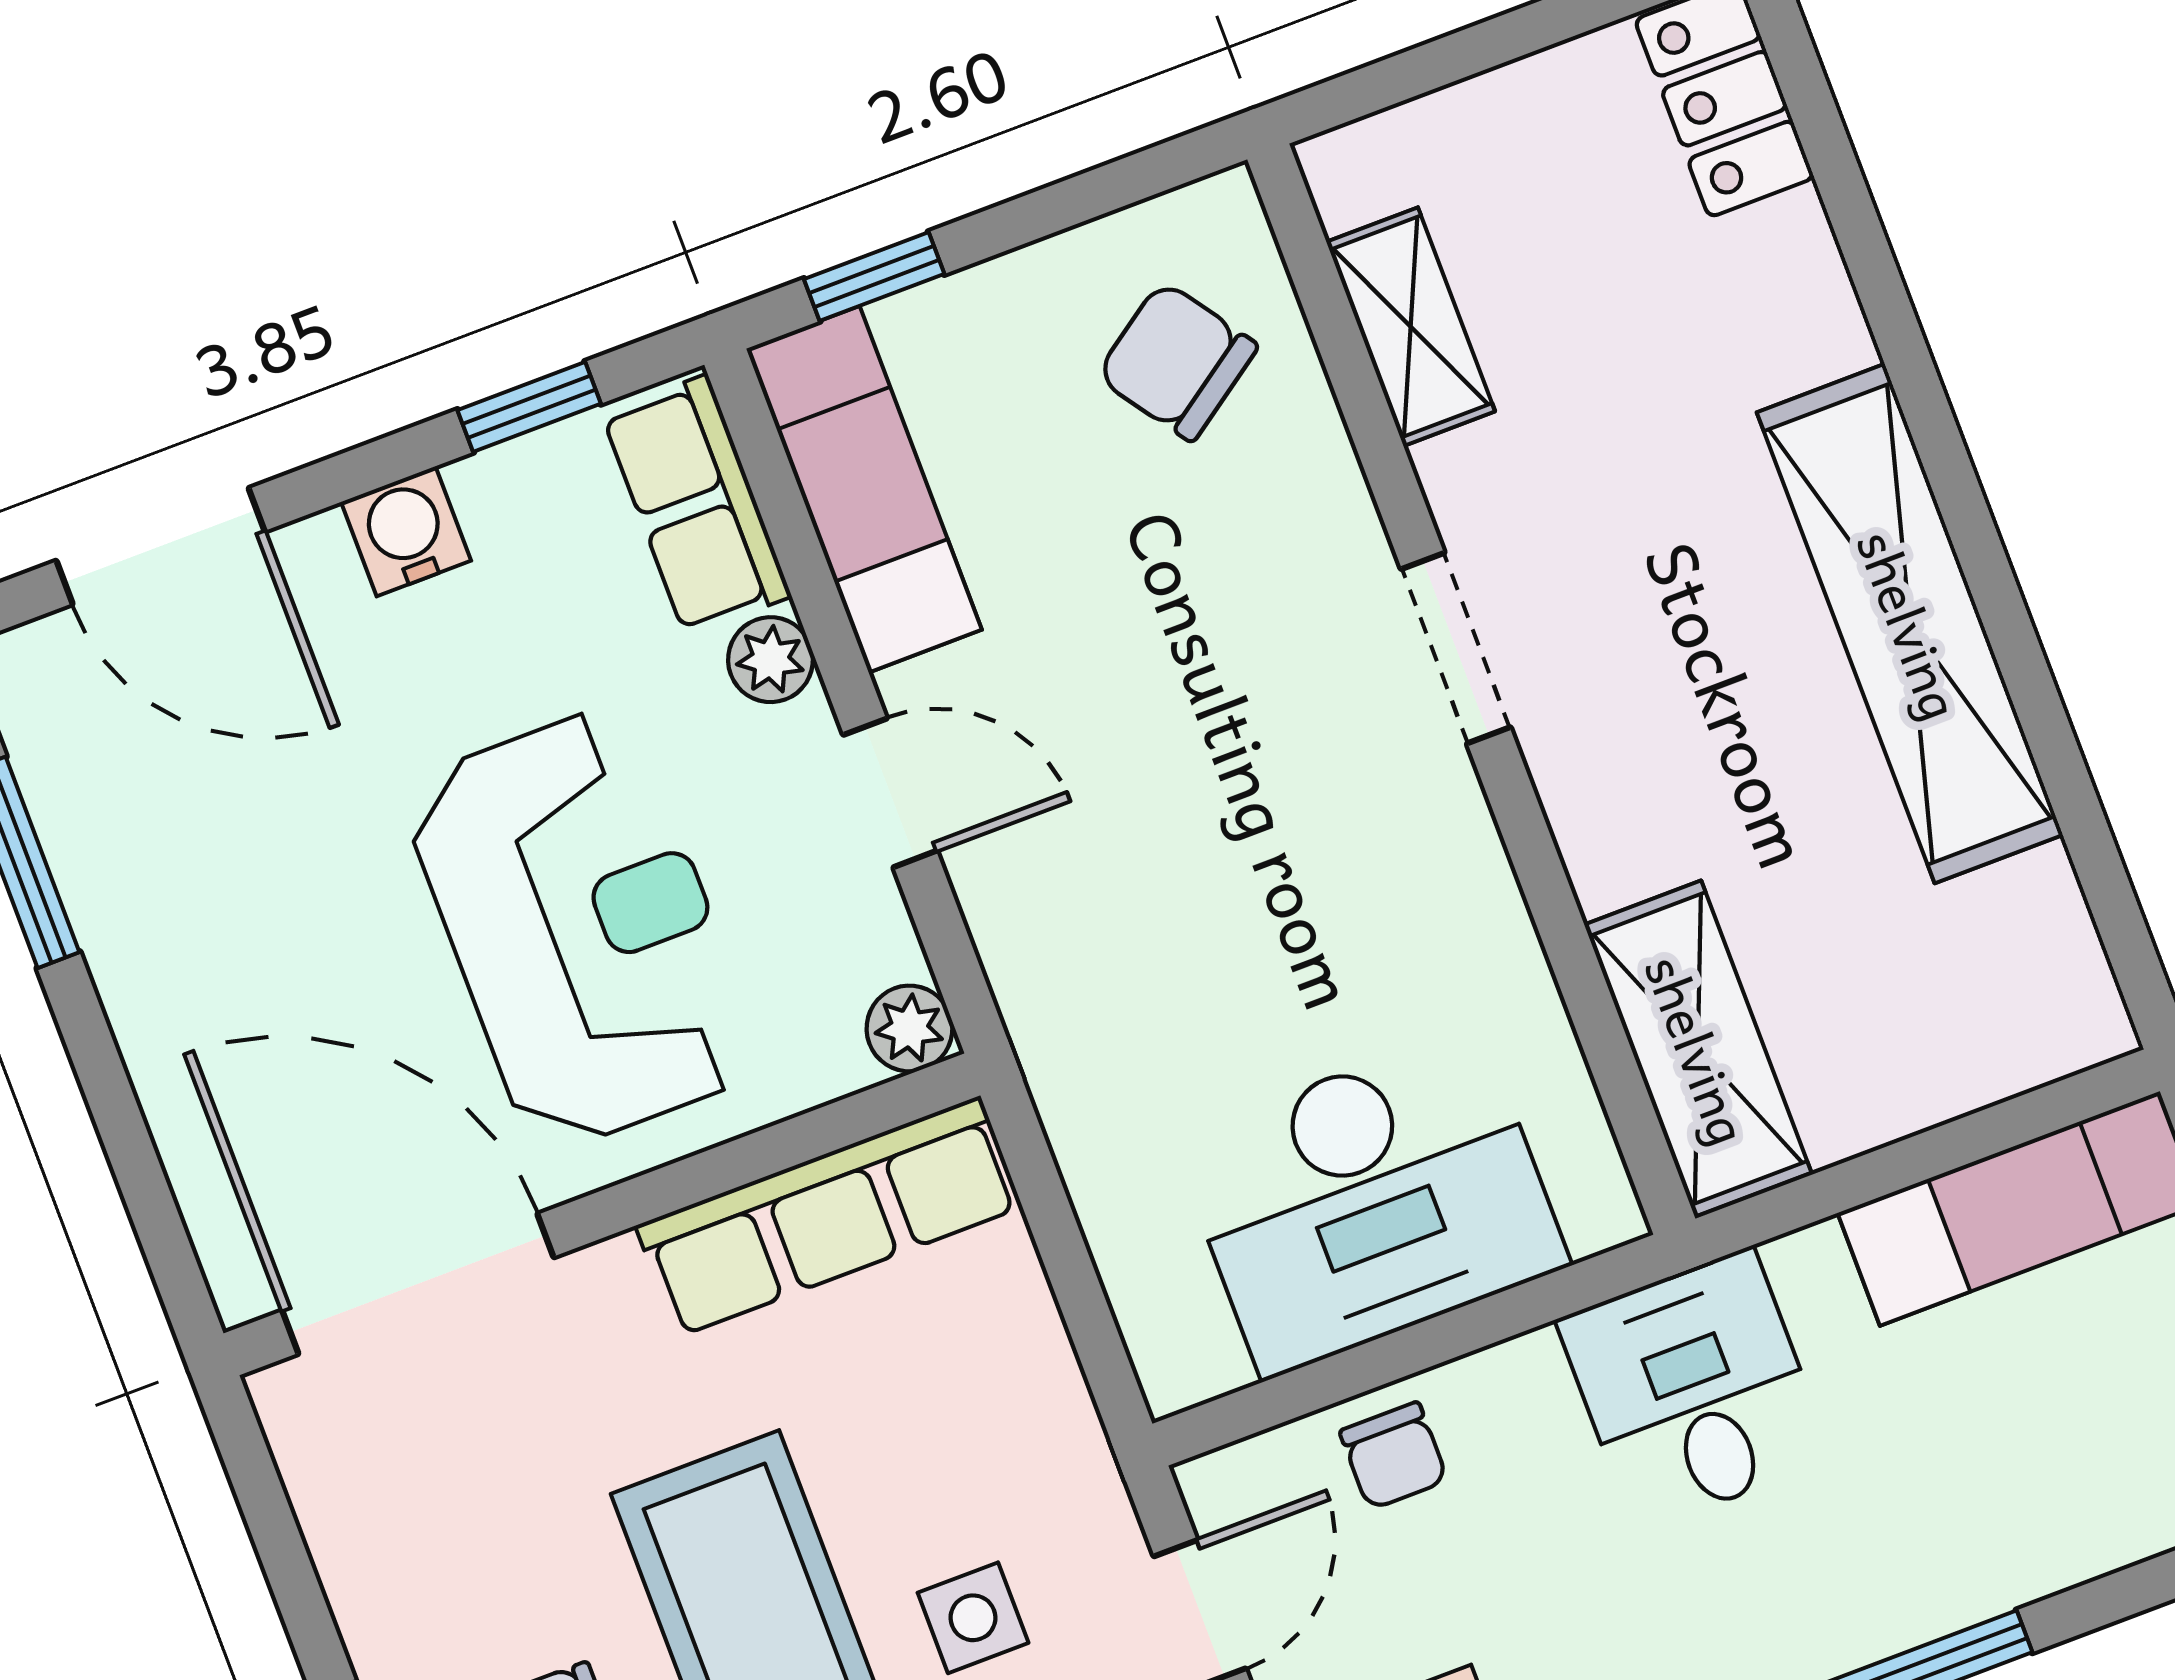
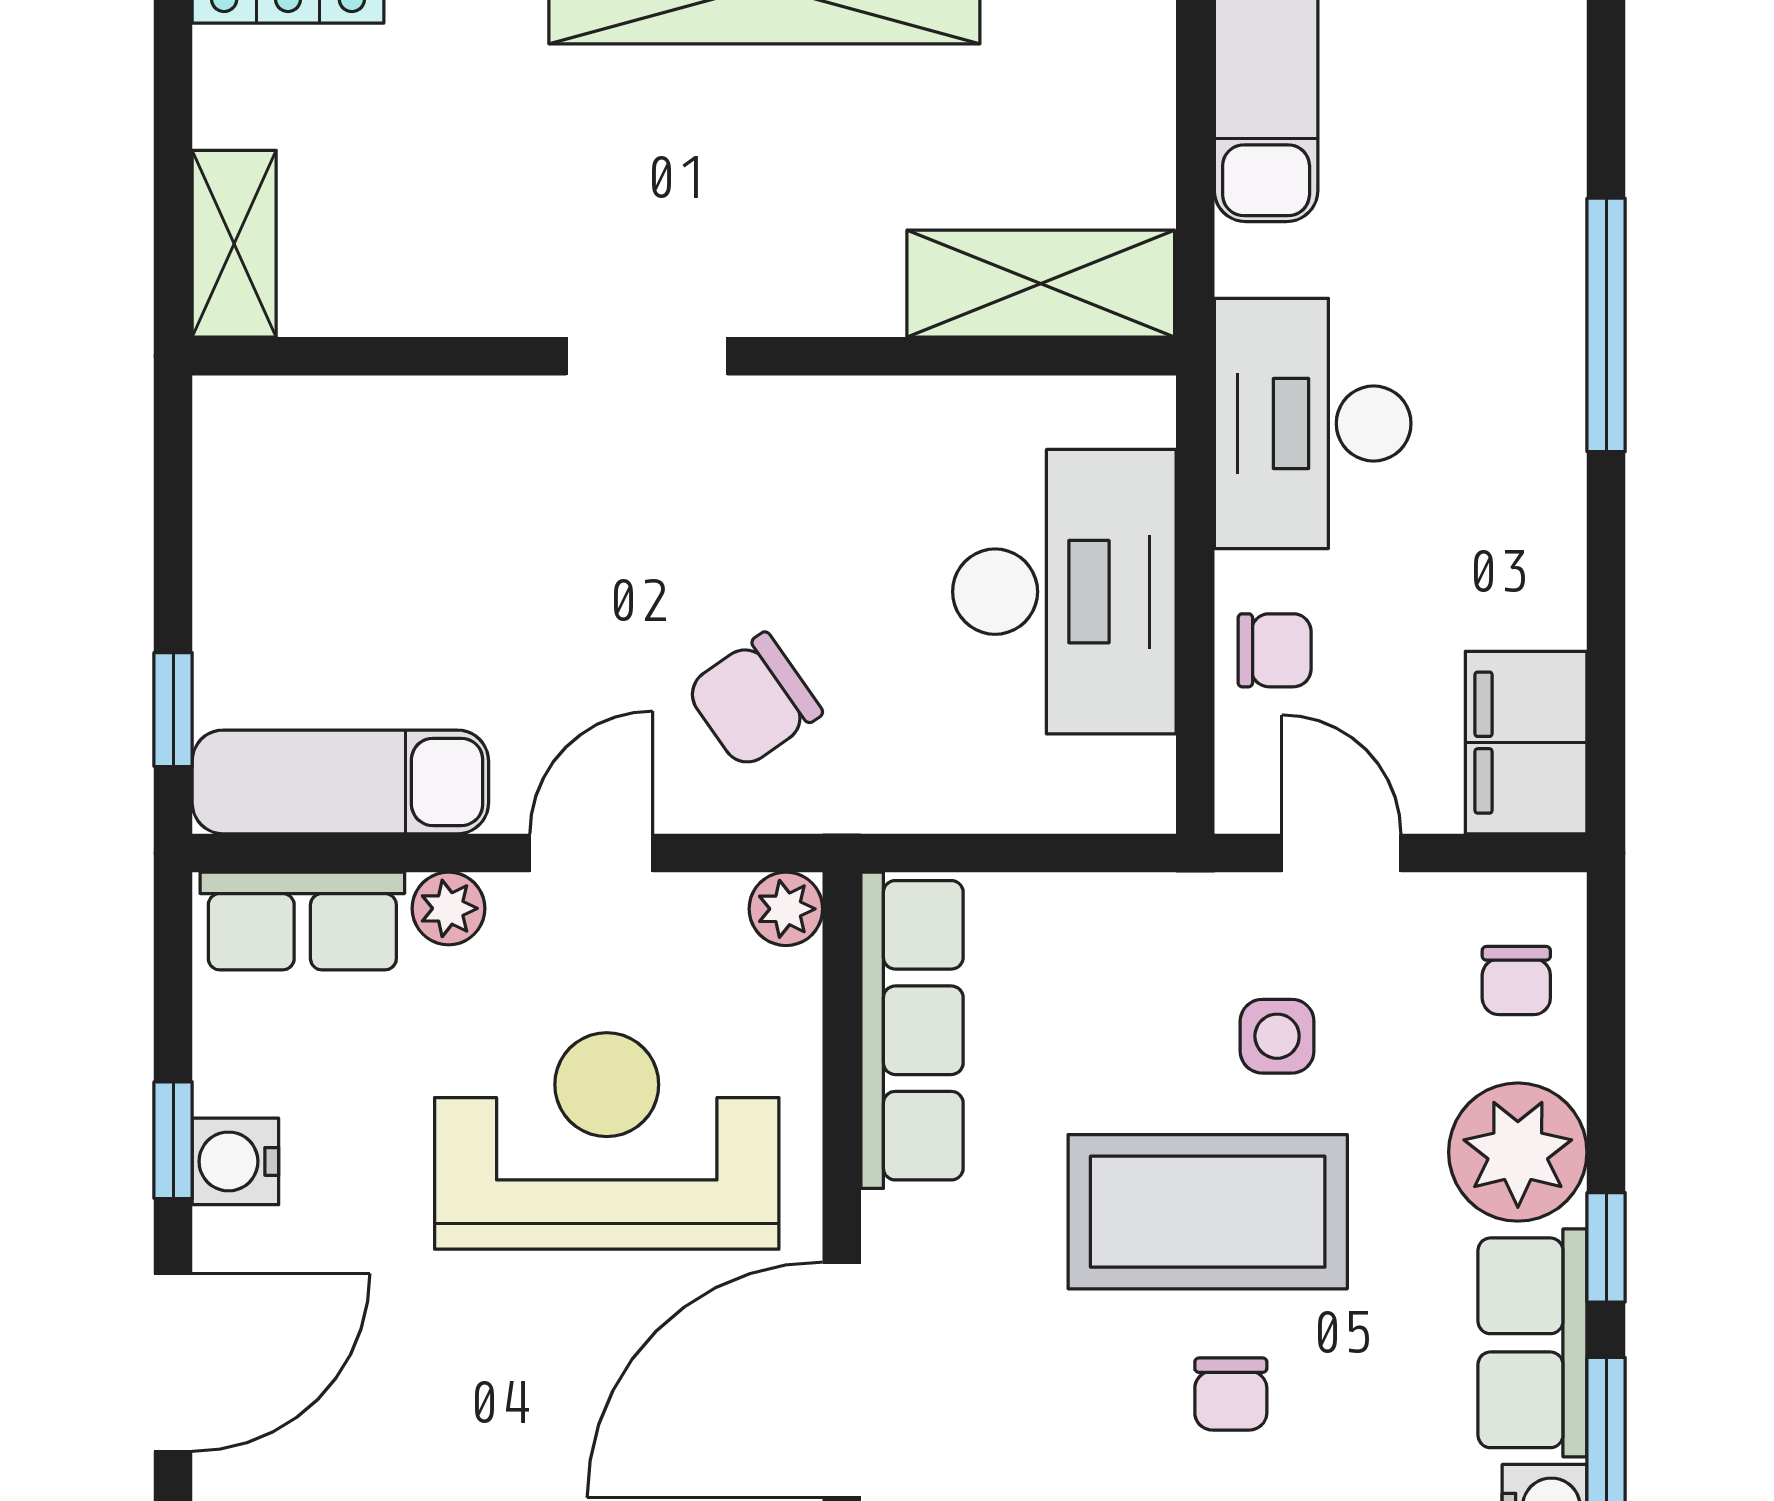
shelving: (1411, 327) -> (234, 244), moved, turned 90
chair: (1177, 361) -> (754, 701), moved
window: (529, 407) -> (173, 1140), moved
desk: (1694, 1390) -> (1313, 423), width x1.37

